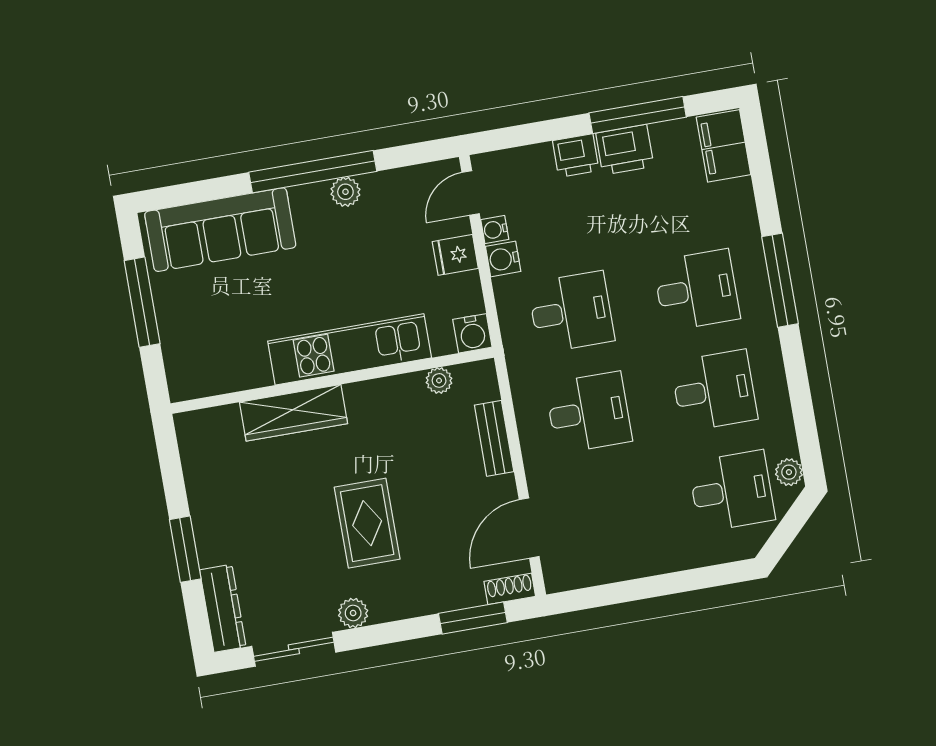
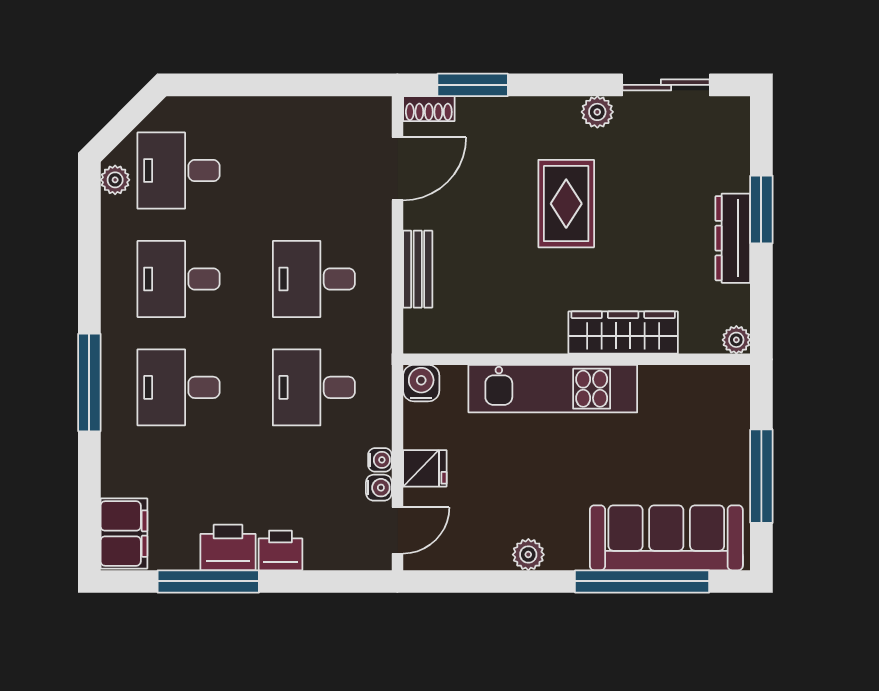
window: (313, 172) -> (642, 581), moved
water cooler: (503, 259) -> (380, 460), width x0.72, depth x0.72
plant: (439, 380) -> (736, 340), moved
dresser: (223, 608) -> (733, 238), moved

